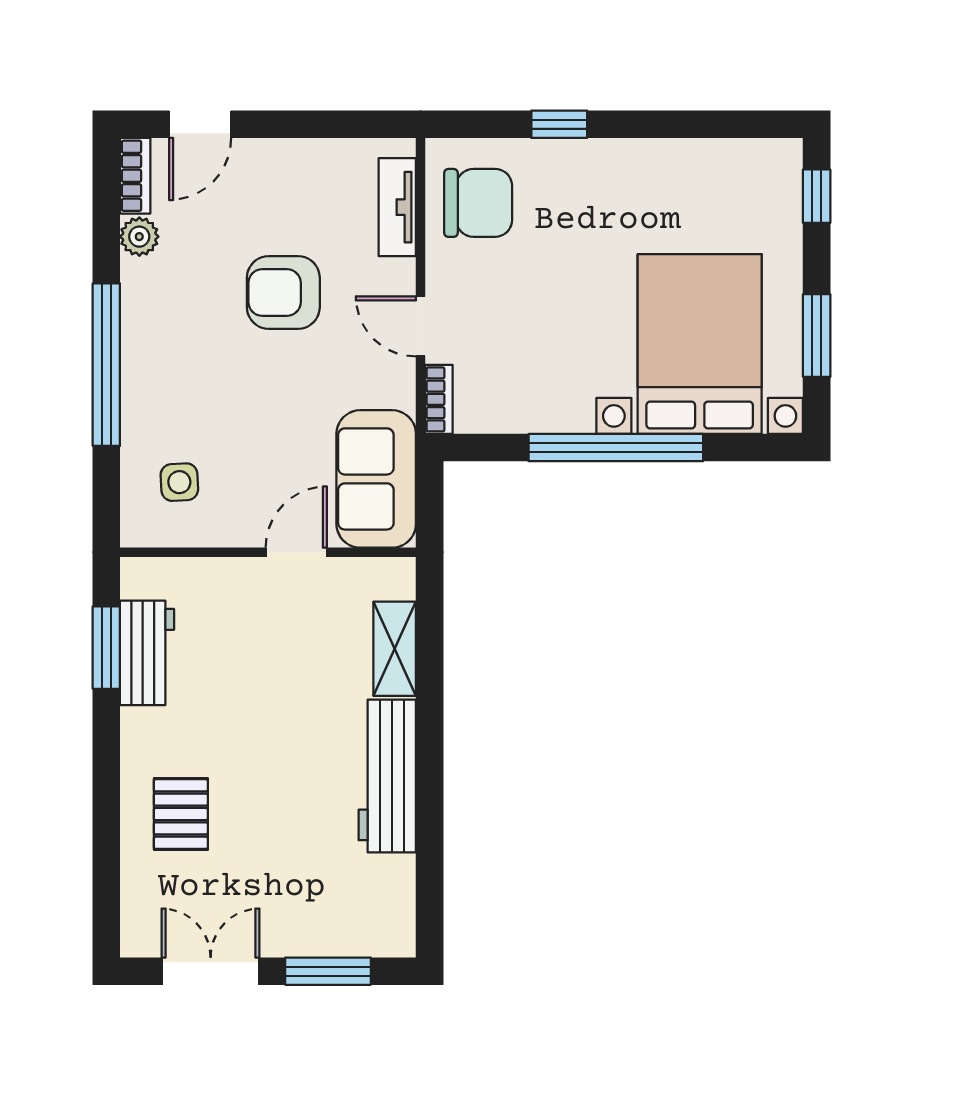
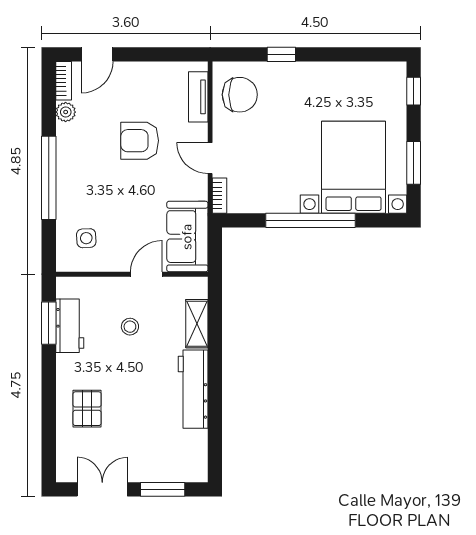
stool: (264, 654) -> (130, 327), added

